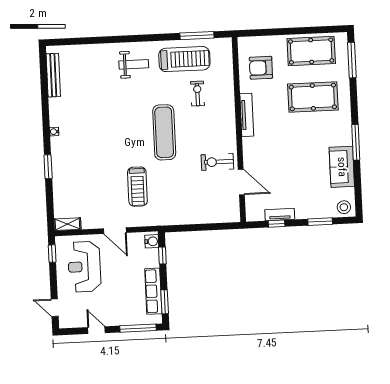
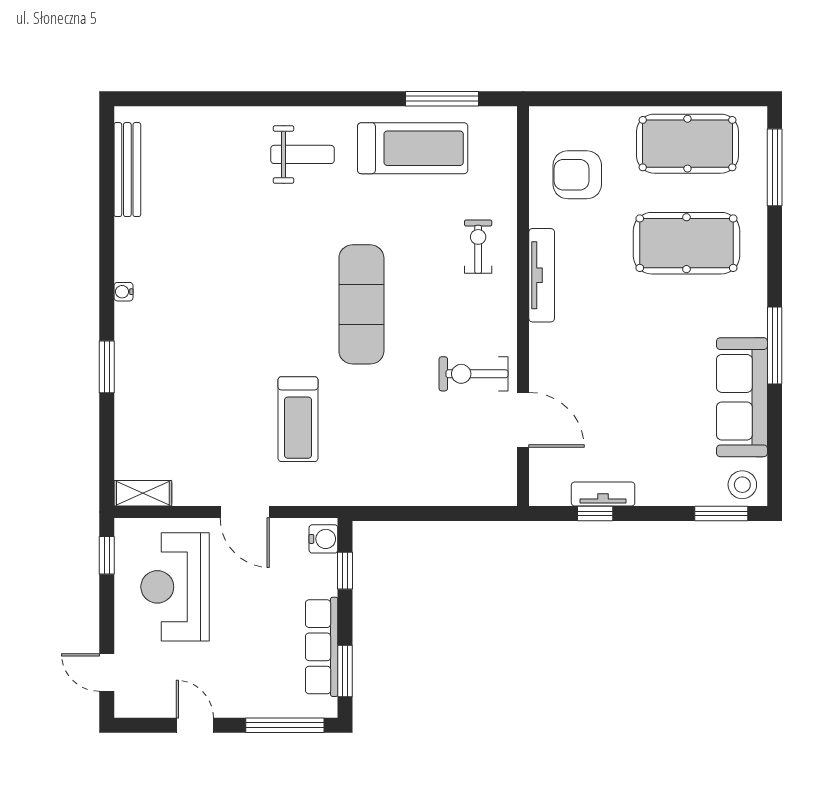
exercise bike: (197, 94) -> (478, 247), moved
sofa: (342, 167) -> (742, 397), width x1.36
window: (320, 222) -> (721, 513), moved

